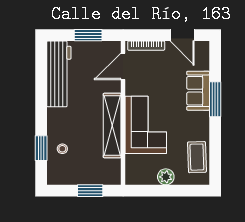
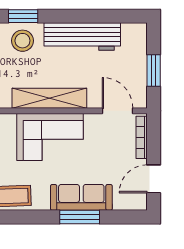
workbench: (59, 74) -> (82, 37), moved
sofa: (198, 91) -> (81, 197), width x1.36
stool: (62, 149) -> (22, 41), width x1.89, depth x1.89

